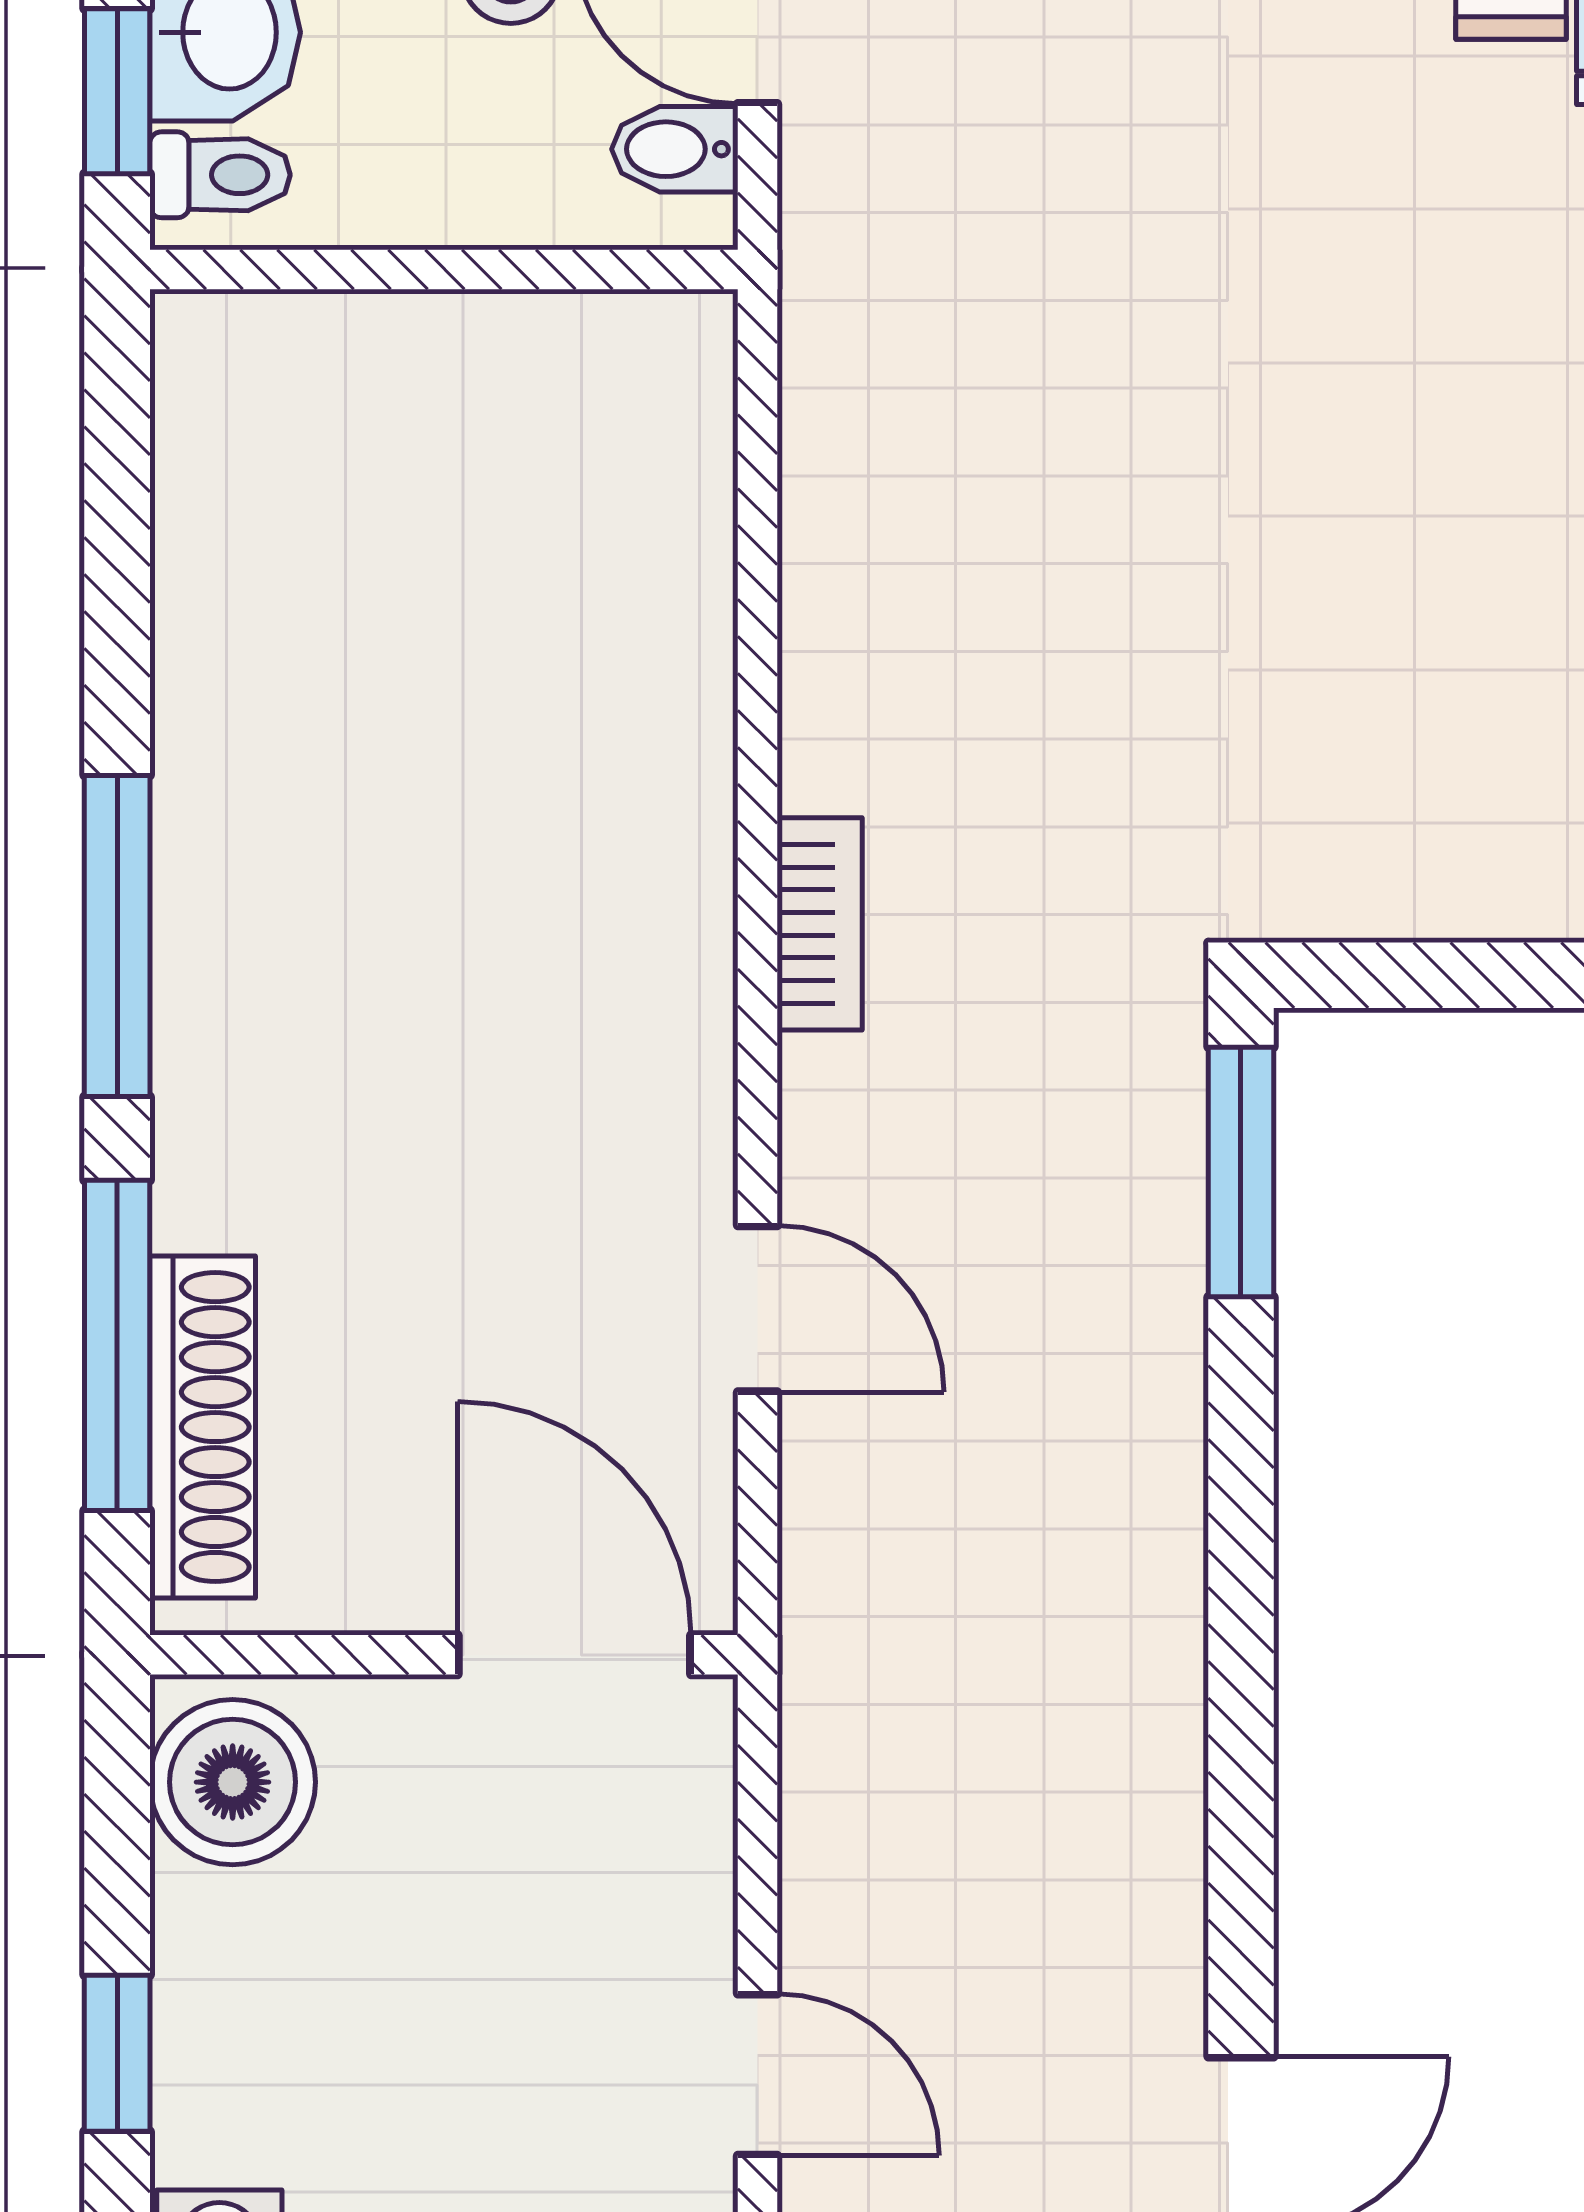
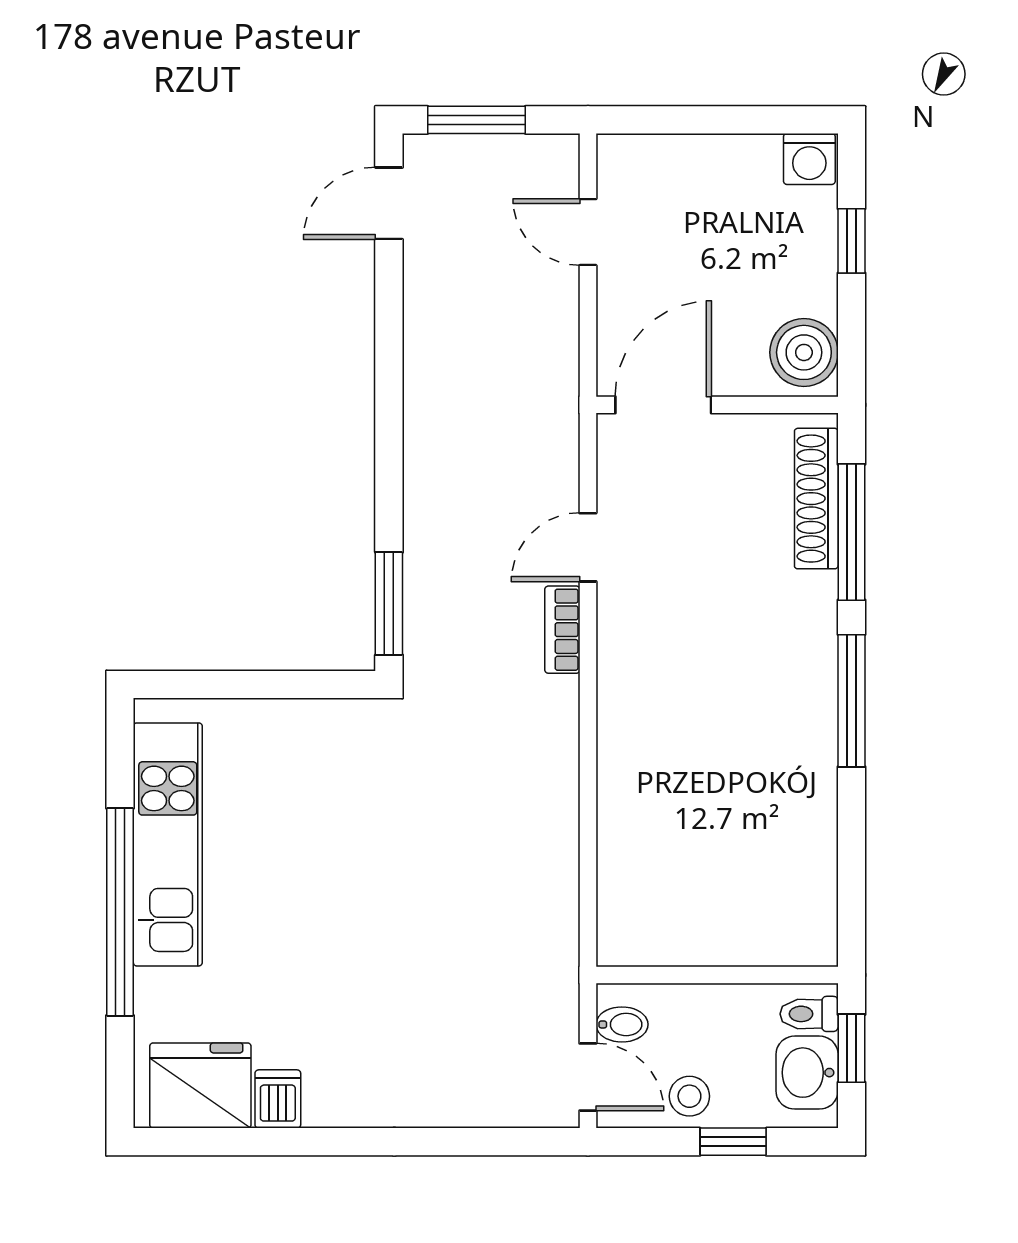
bookcase: (820, 924) -> (562, 630), moved
door: (757, 1309) -> (588, 547), hinge flipped
door: (574, 1655) -> (663, 405), swing flipped

